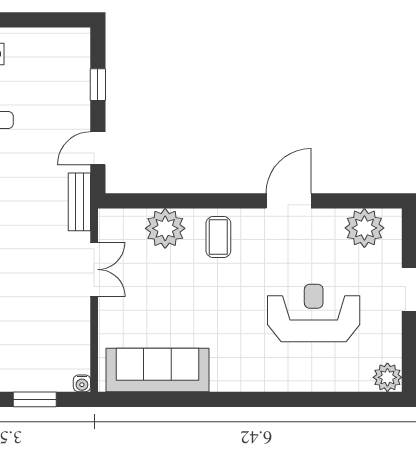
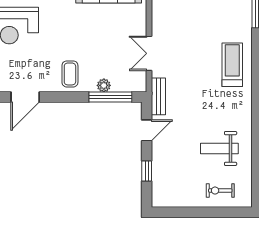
window: (155, 201) -> (110, 97), added
plant: (165, 228) -> (104, 85), width x0.53, depth x0.53

